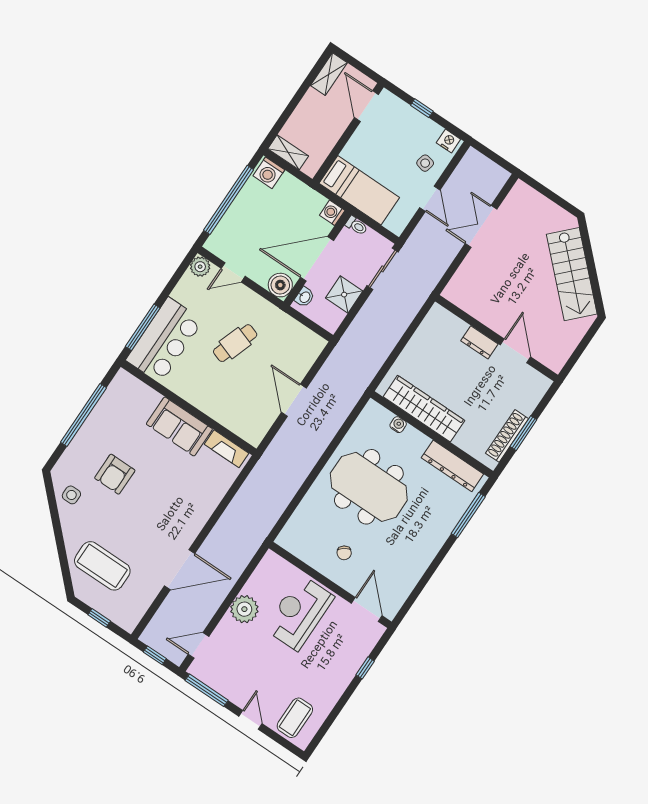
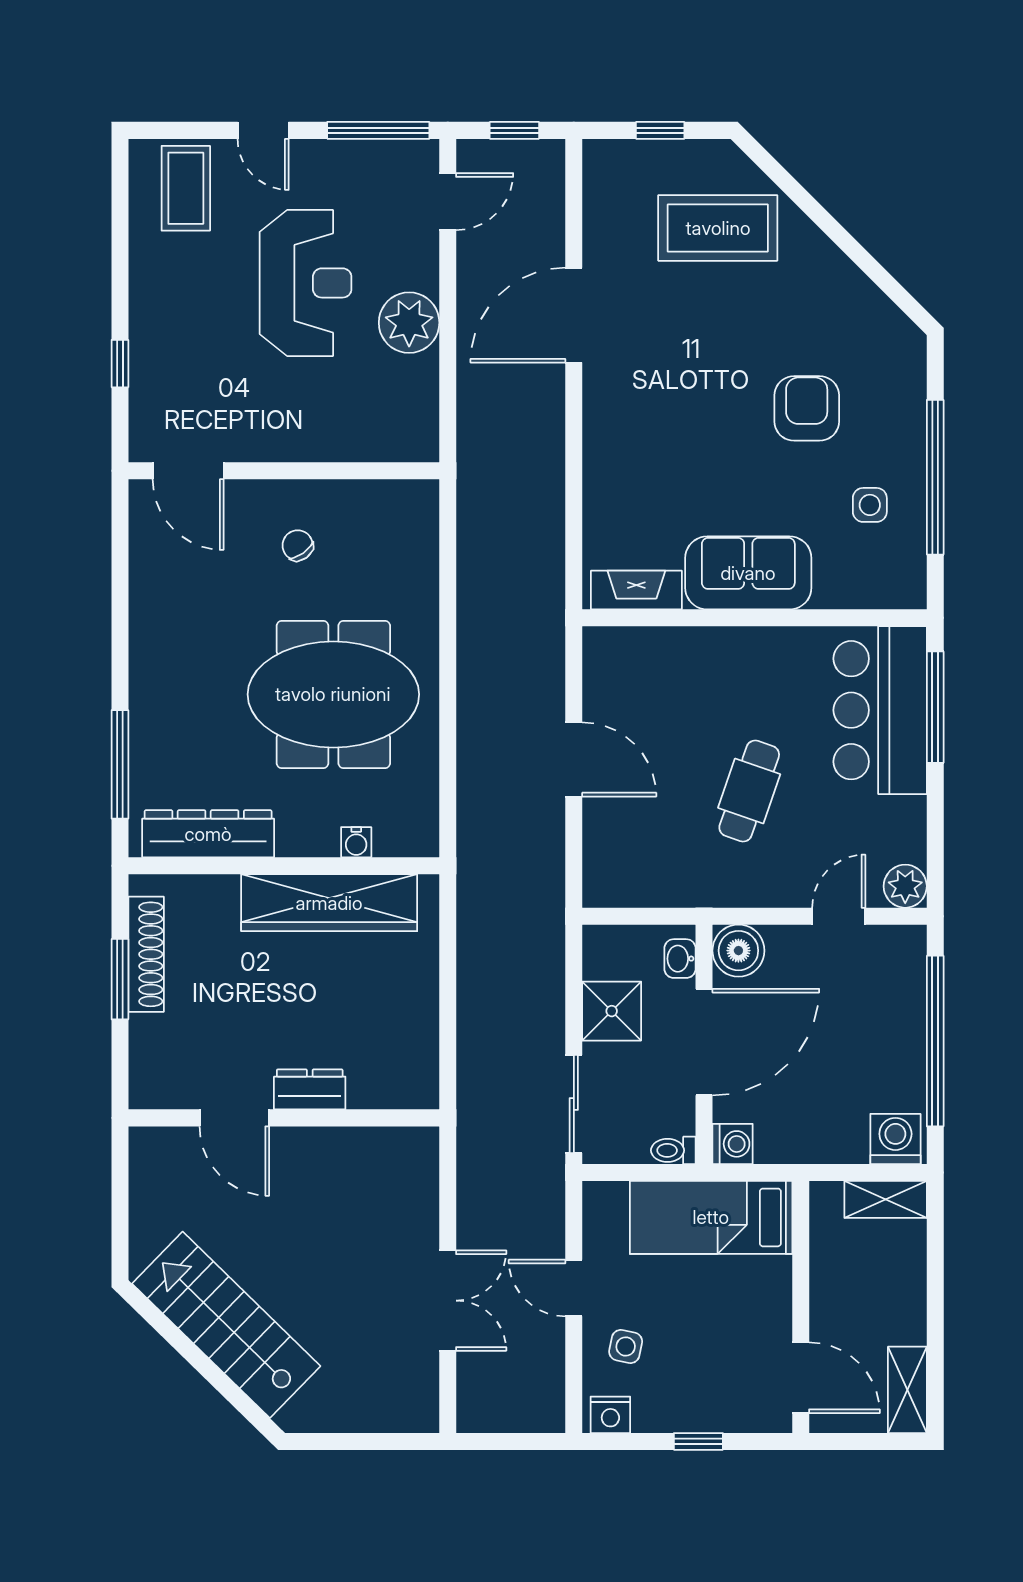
side table: (71, 495) -> (870, 505), moved
reception desk: (299, 613) -> (305, 283), moved

